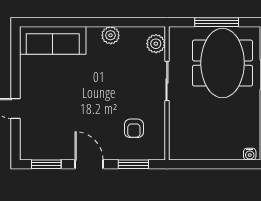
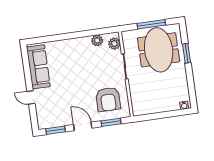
plant: (111, 35) -> (97, 41), moved
sofa: (53, 40) -> (38, 67), moved, turned -90
armchair: (134, 128) -> (108, 99), width x1.88, depth x1.88

